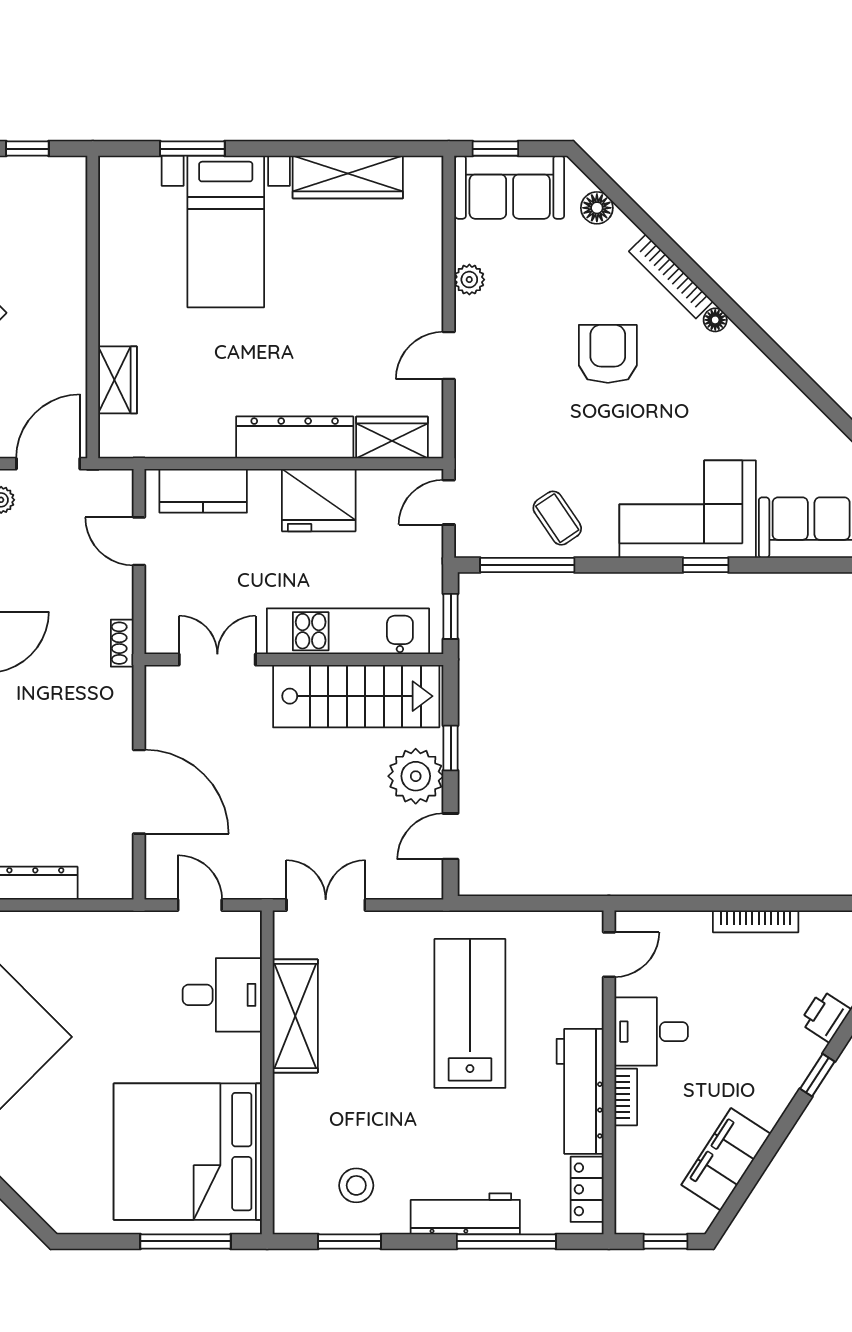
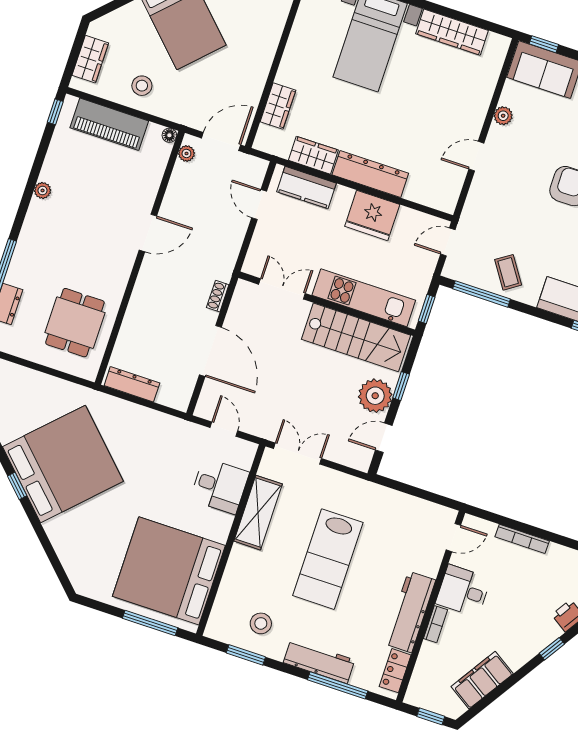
wardrobe: (392, 437) -> (313, 155), moved
shoe rack: (122, 643) -> (218, 296), moved
bookcase: (756, 921) -> (522, 539), moved
lab bench: (470, 1013) -> (328, 559), moved, turned 180

